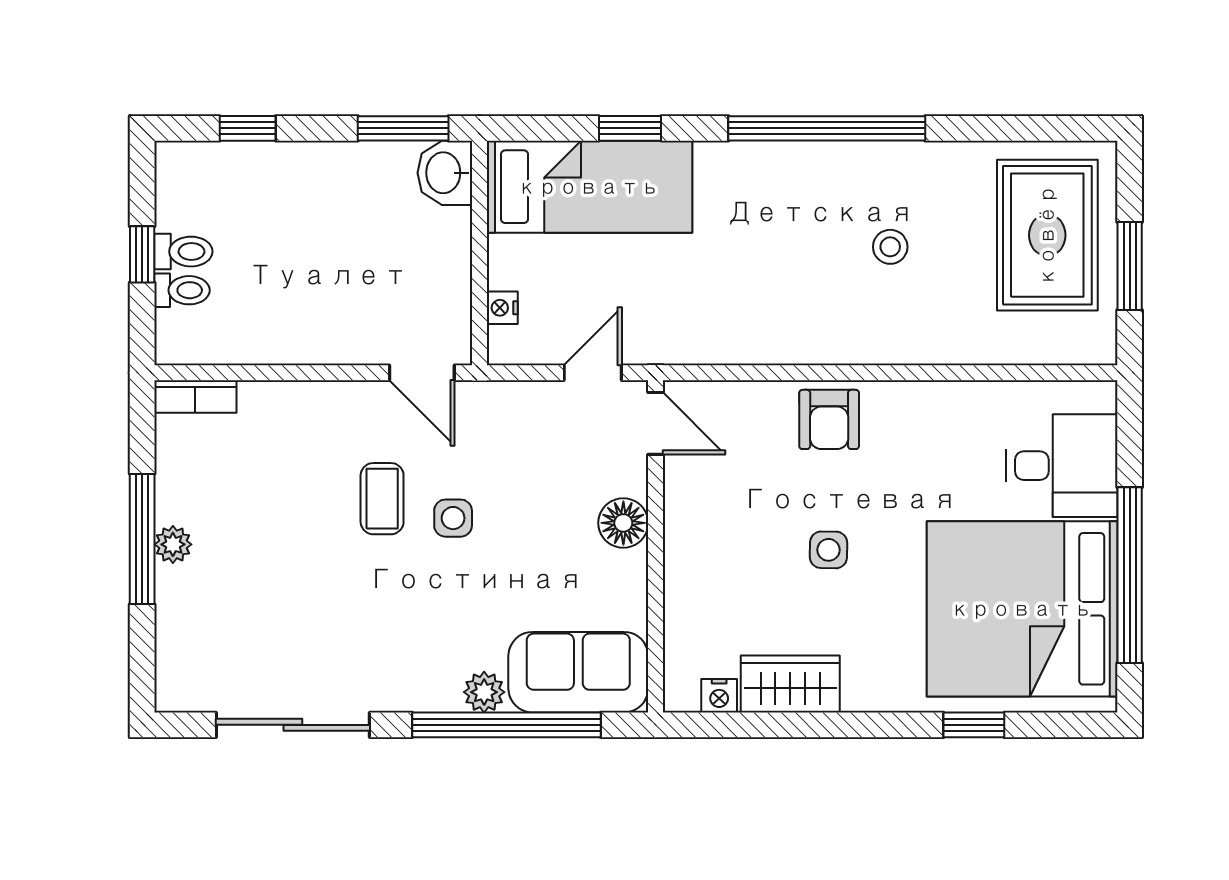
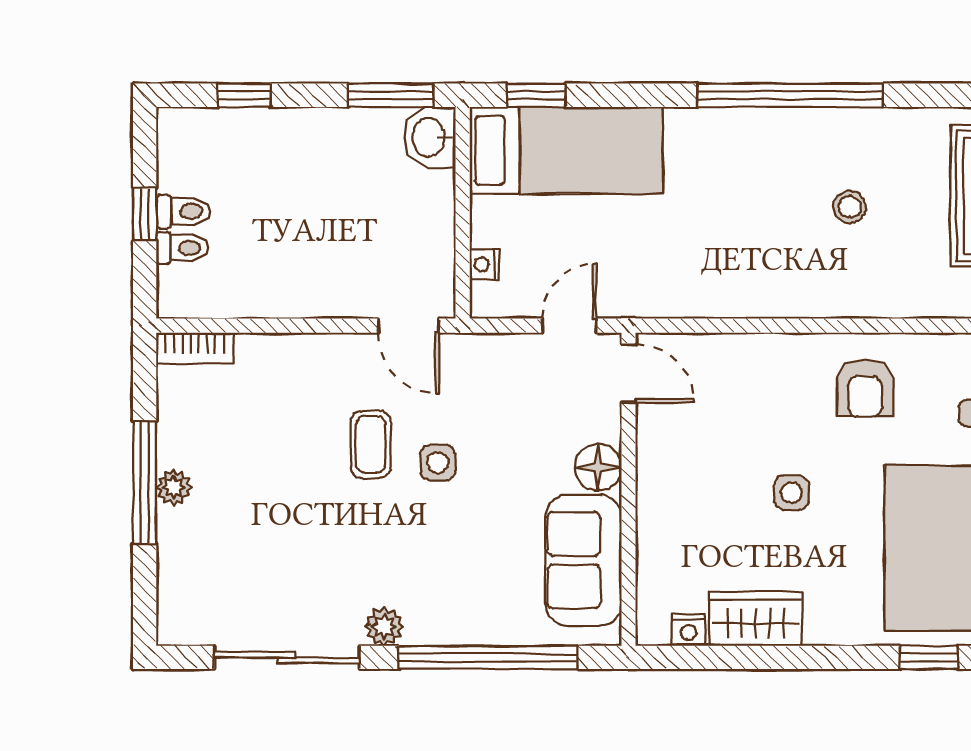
window: (630, 128) -> (536, 95), moved
armchair: (829, 419) -> (865, 388), moved
sofa: (578, 672) -> (584, 560), moved, turned -90
plant: (484, 692) -> (384, 627), moved

